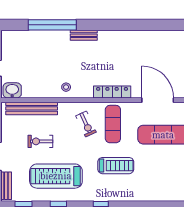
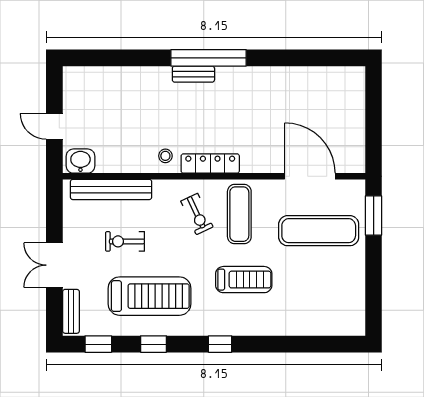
window: (52, 25) -> (209, 58), moved
locker: (112, 92) -> (210, 164), moved
treadmill: (56, 176) -> (150, 296), turned 180

